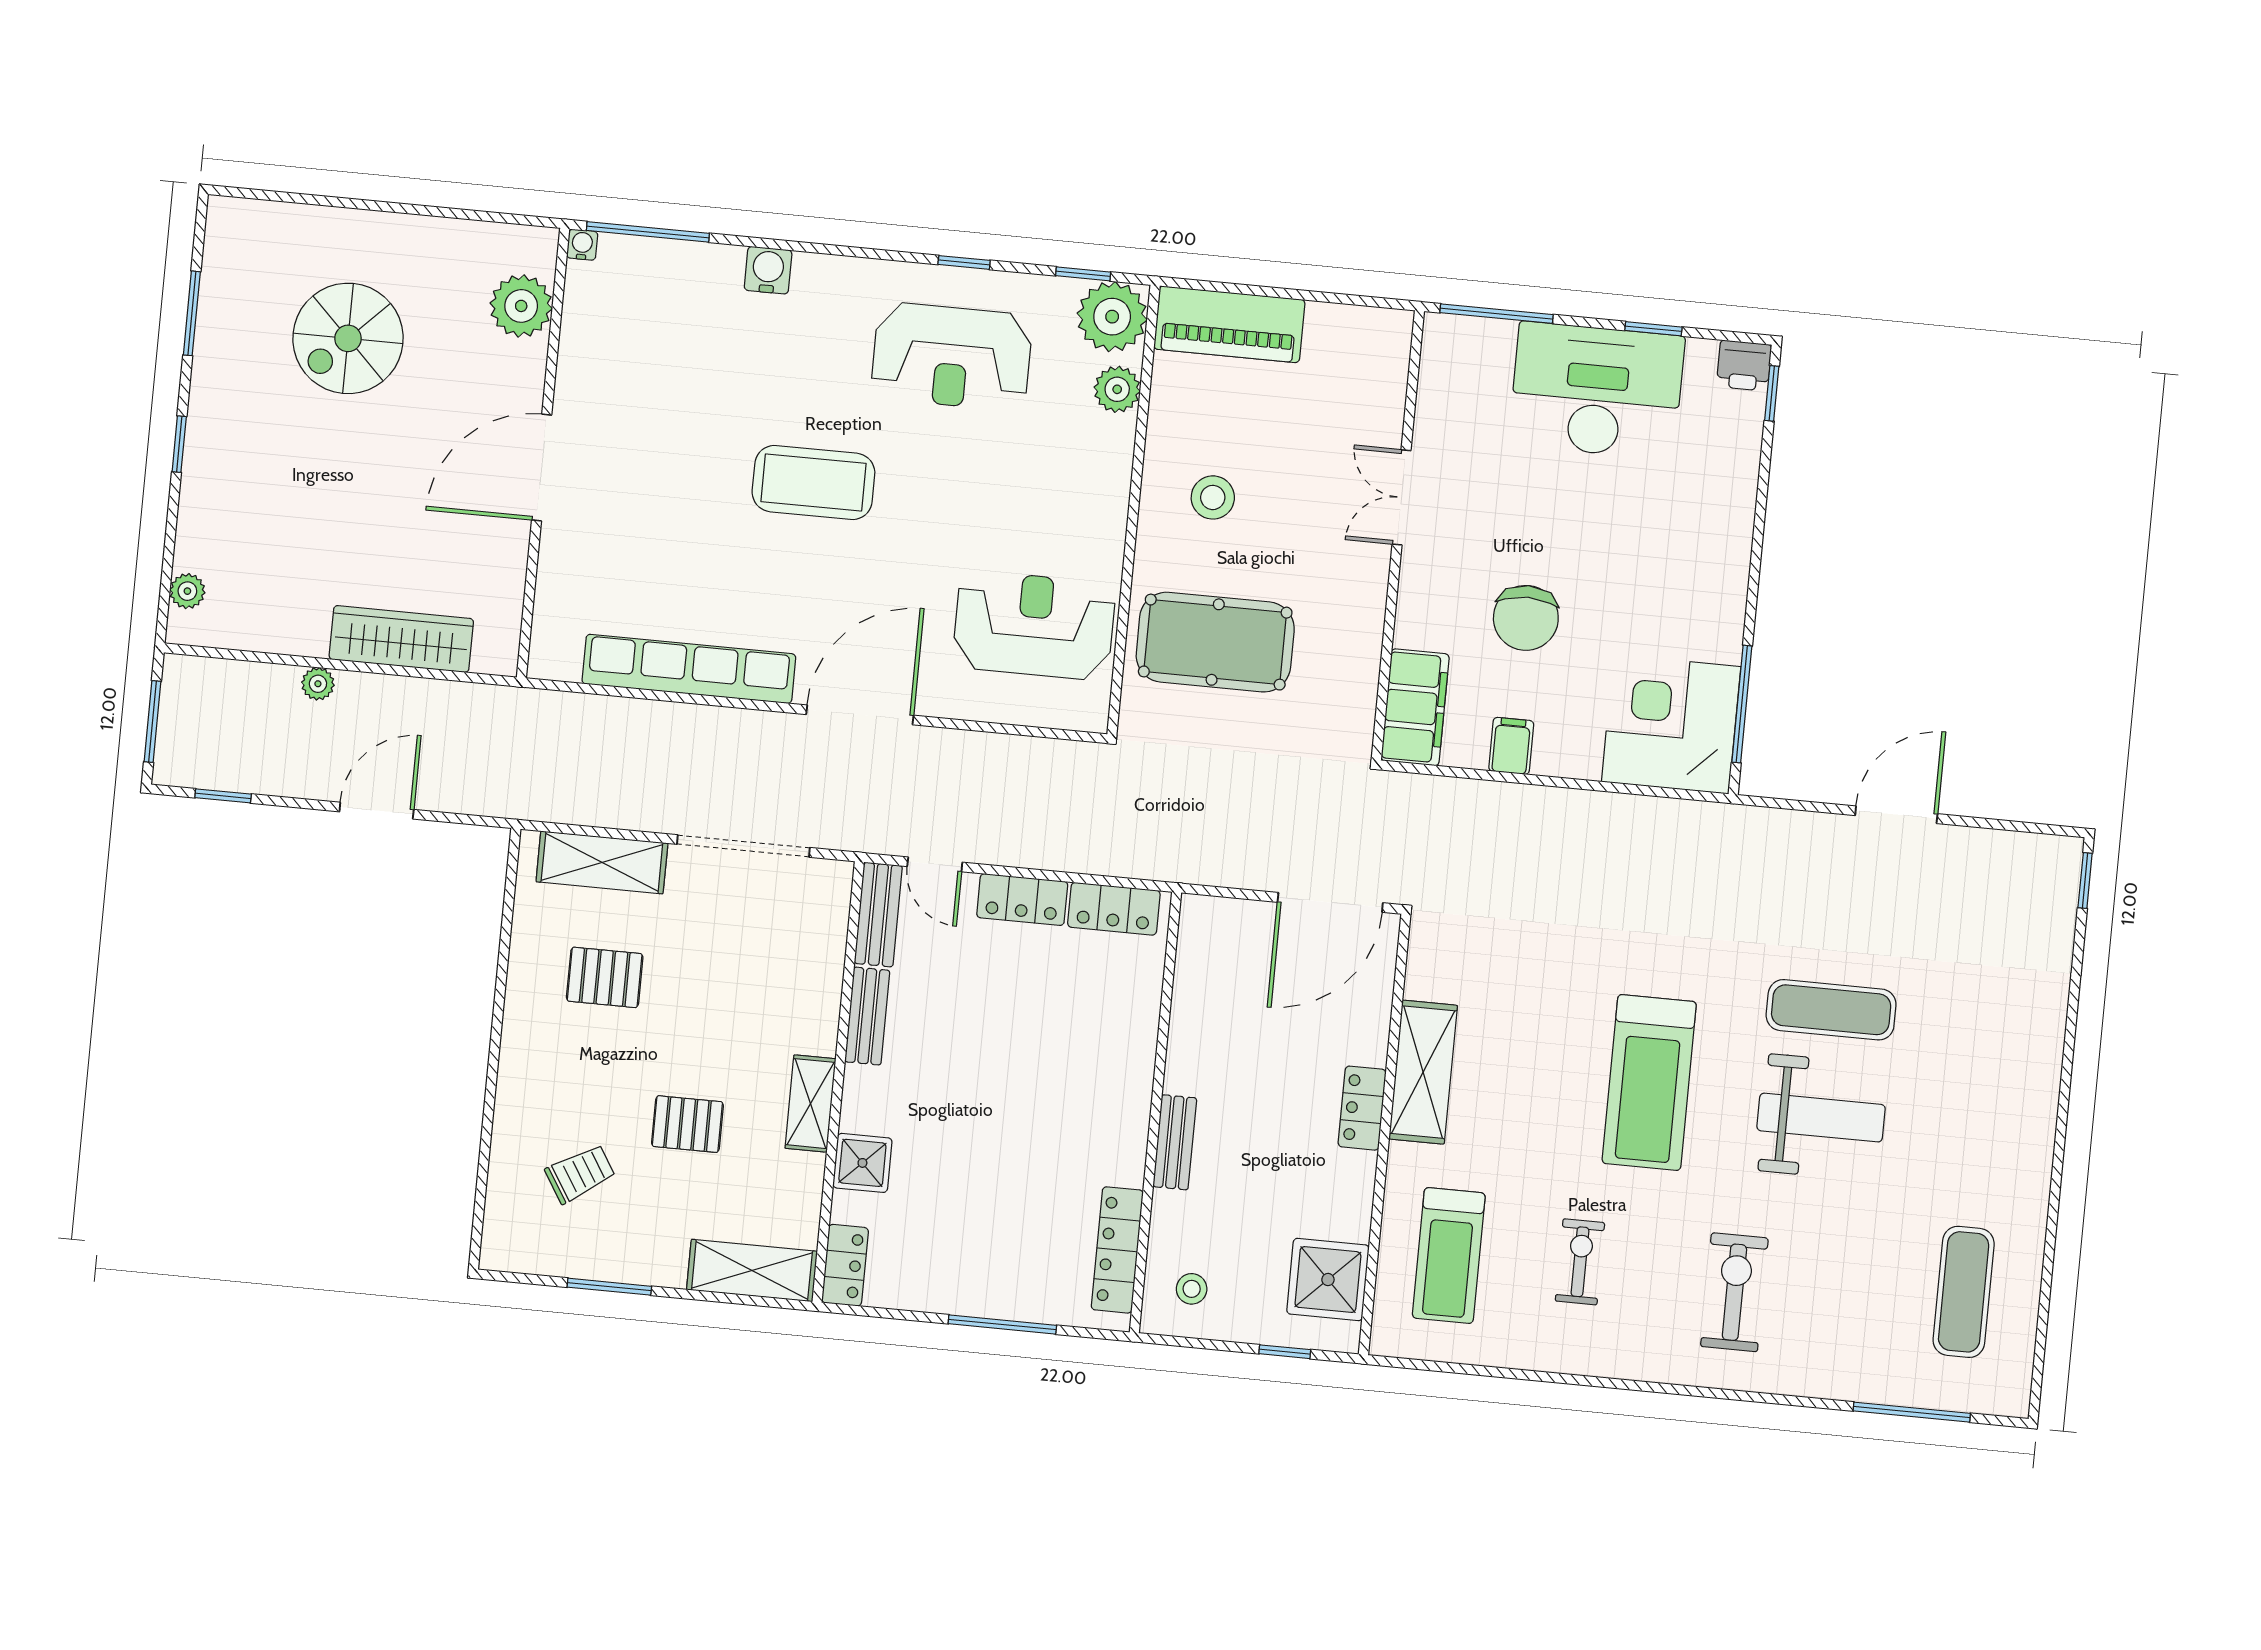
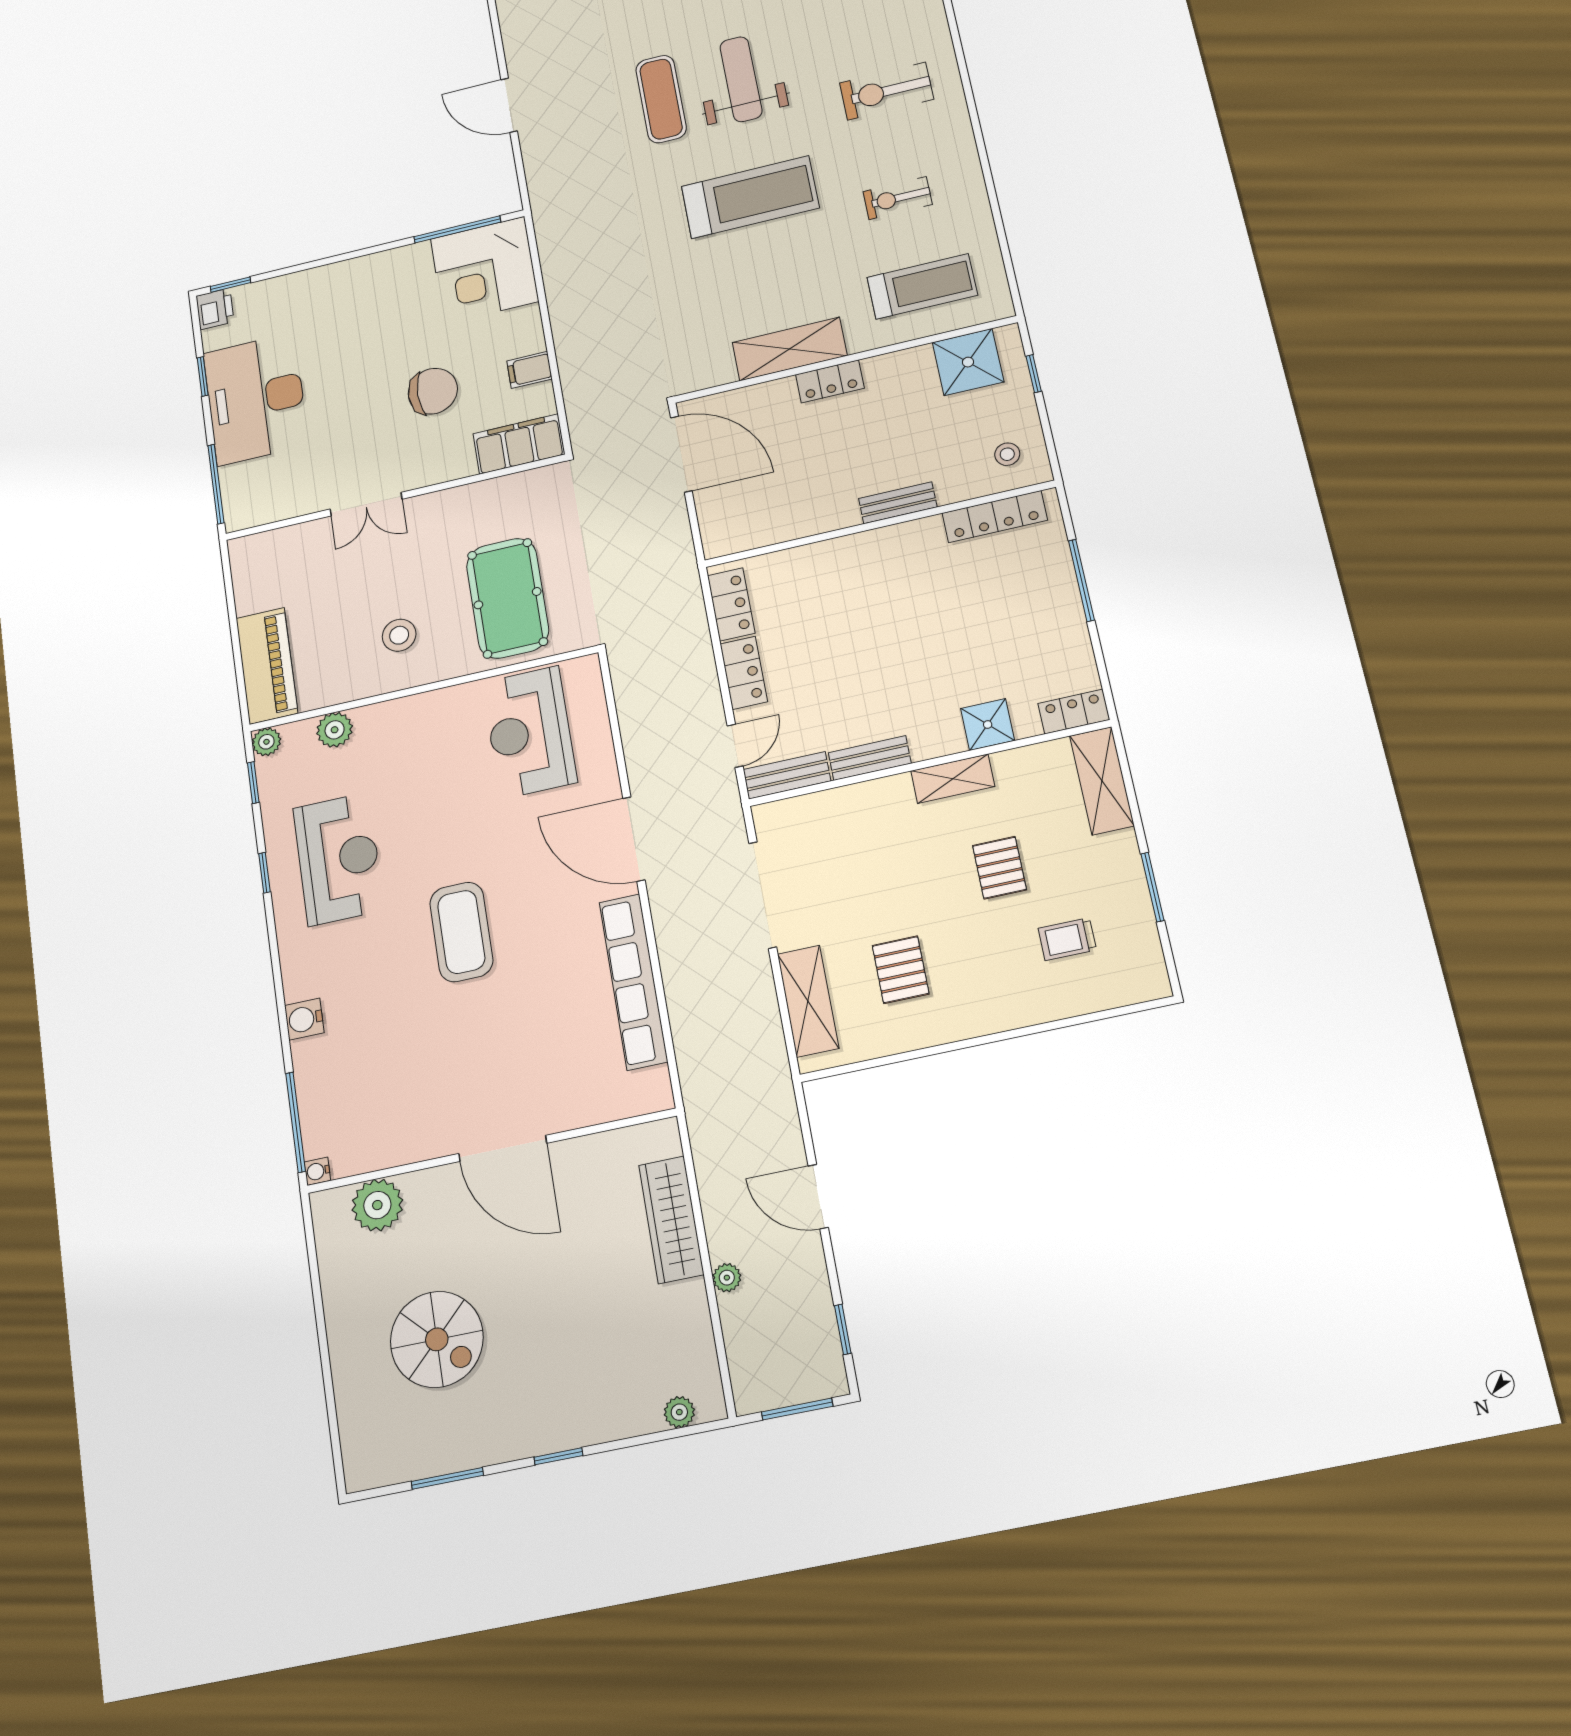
plant: (1112, 317) -> (266, 742), width x0.53, depth x0.53
trolley: (580, 1174) -> (1067, 939), turned -58

